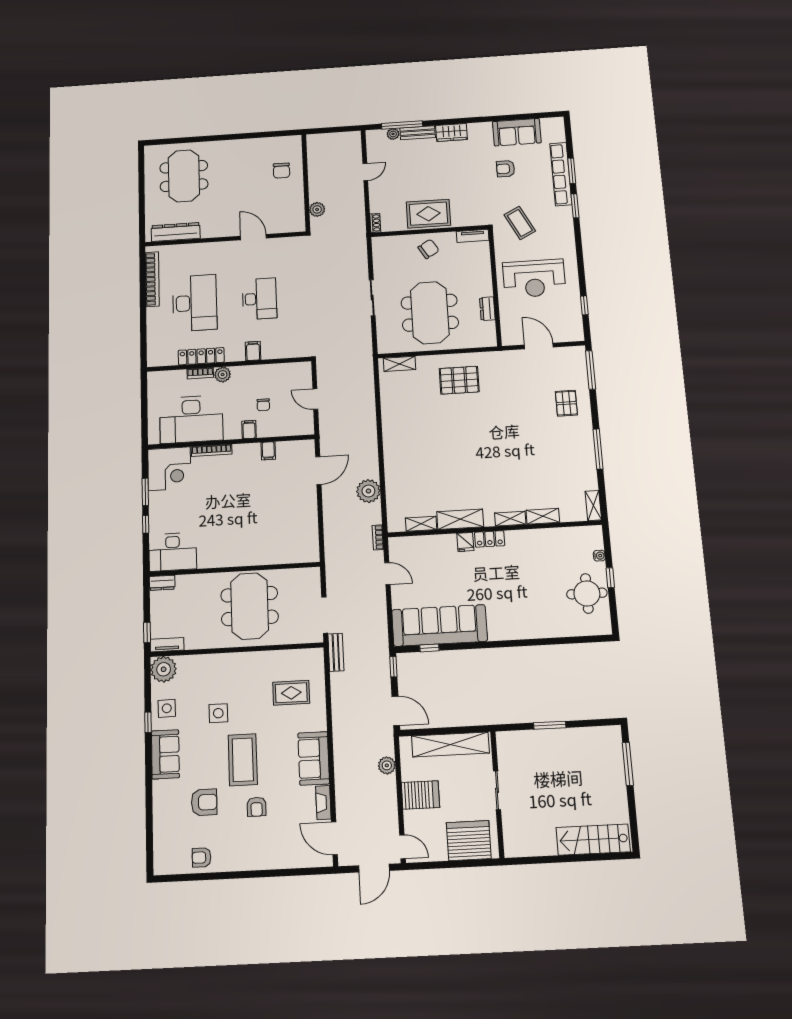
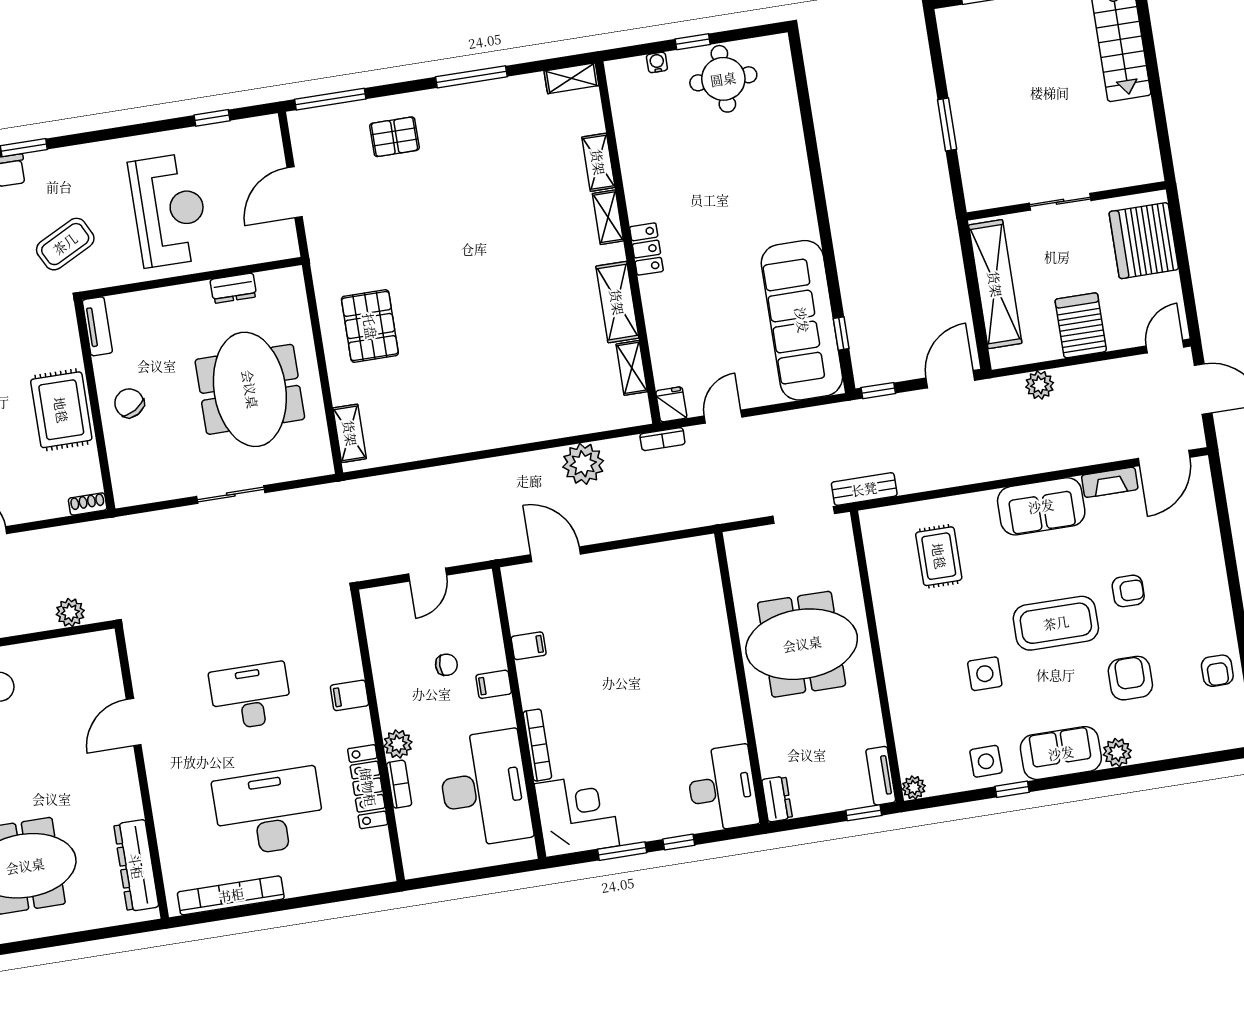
meeting table: (430, 313) -> (250, 389), turned 90
fridge: (465, 542) -> (671, 404), moved, turned -90
plant: (164, 669) -> (914, 787), width x0.53, depth x0.53
plant: (161, 789) -> (1117, 753), added

